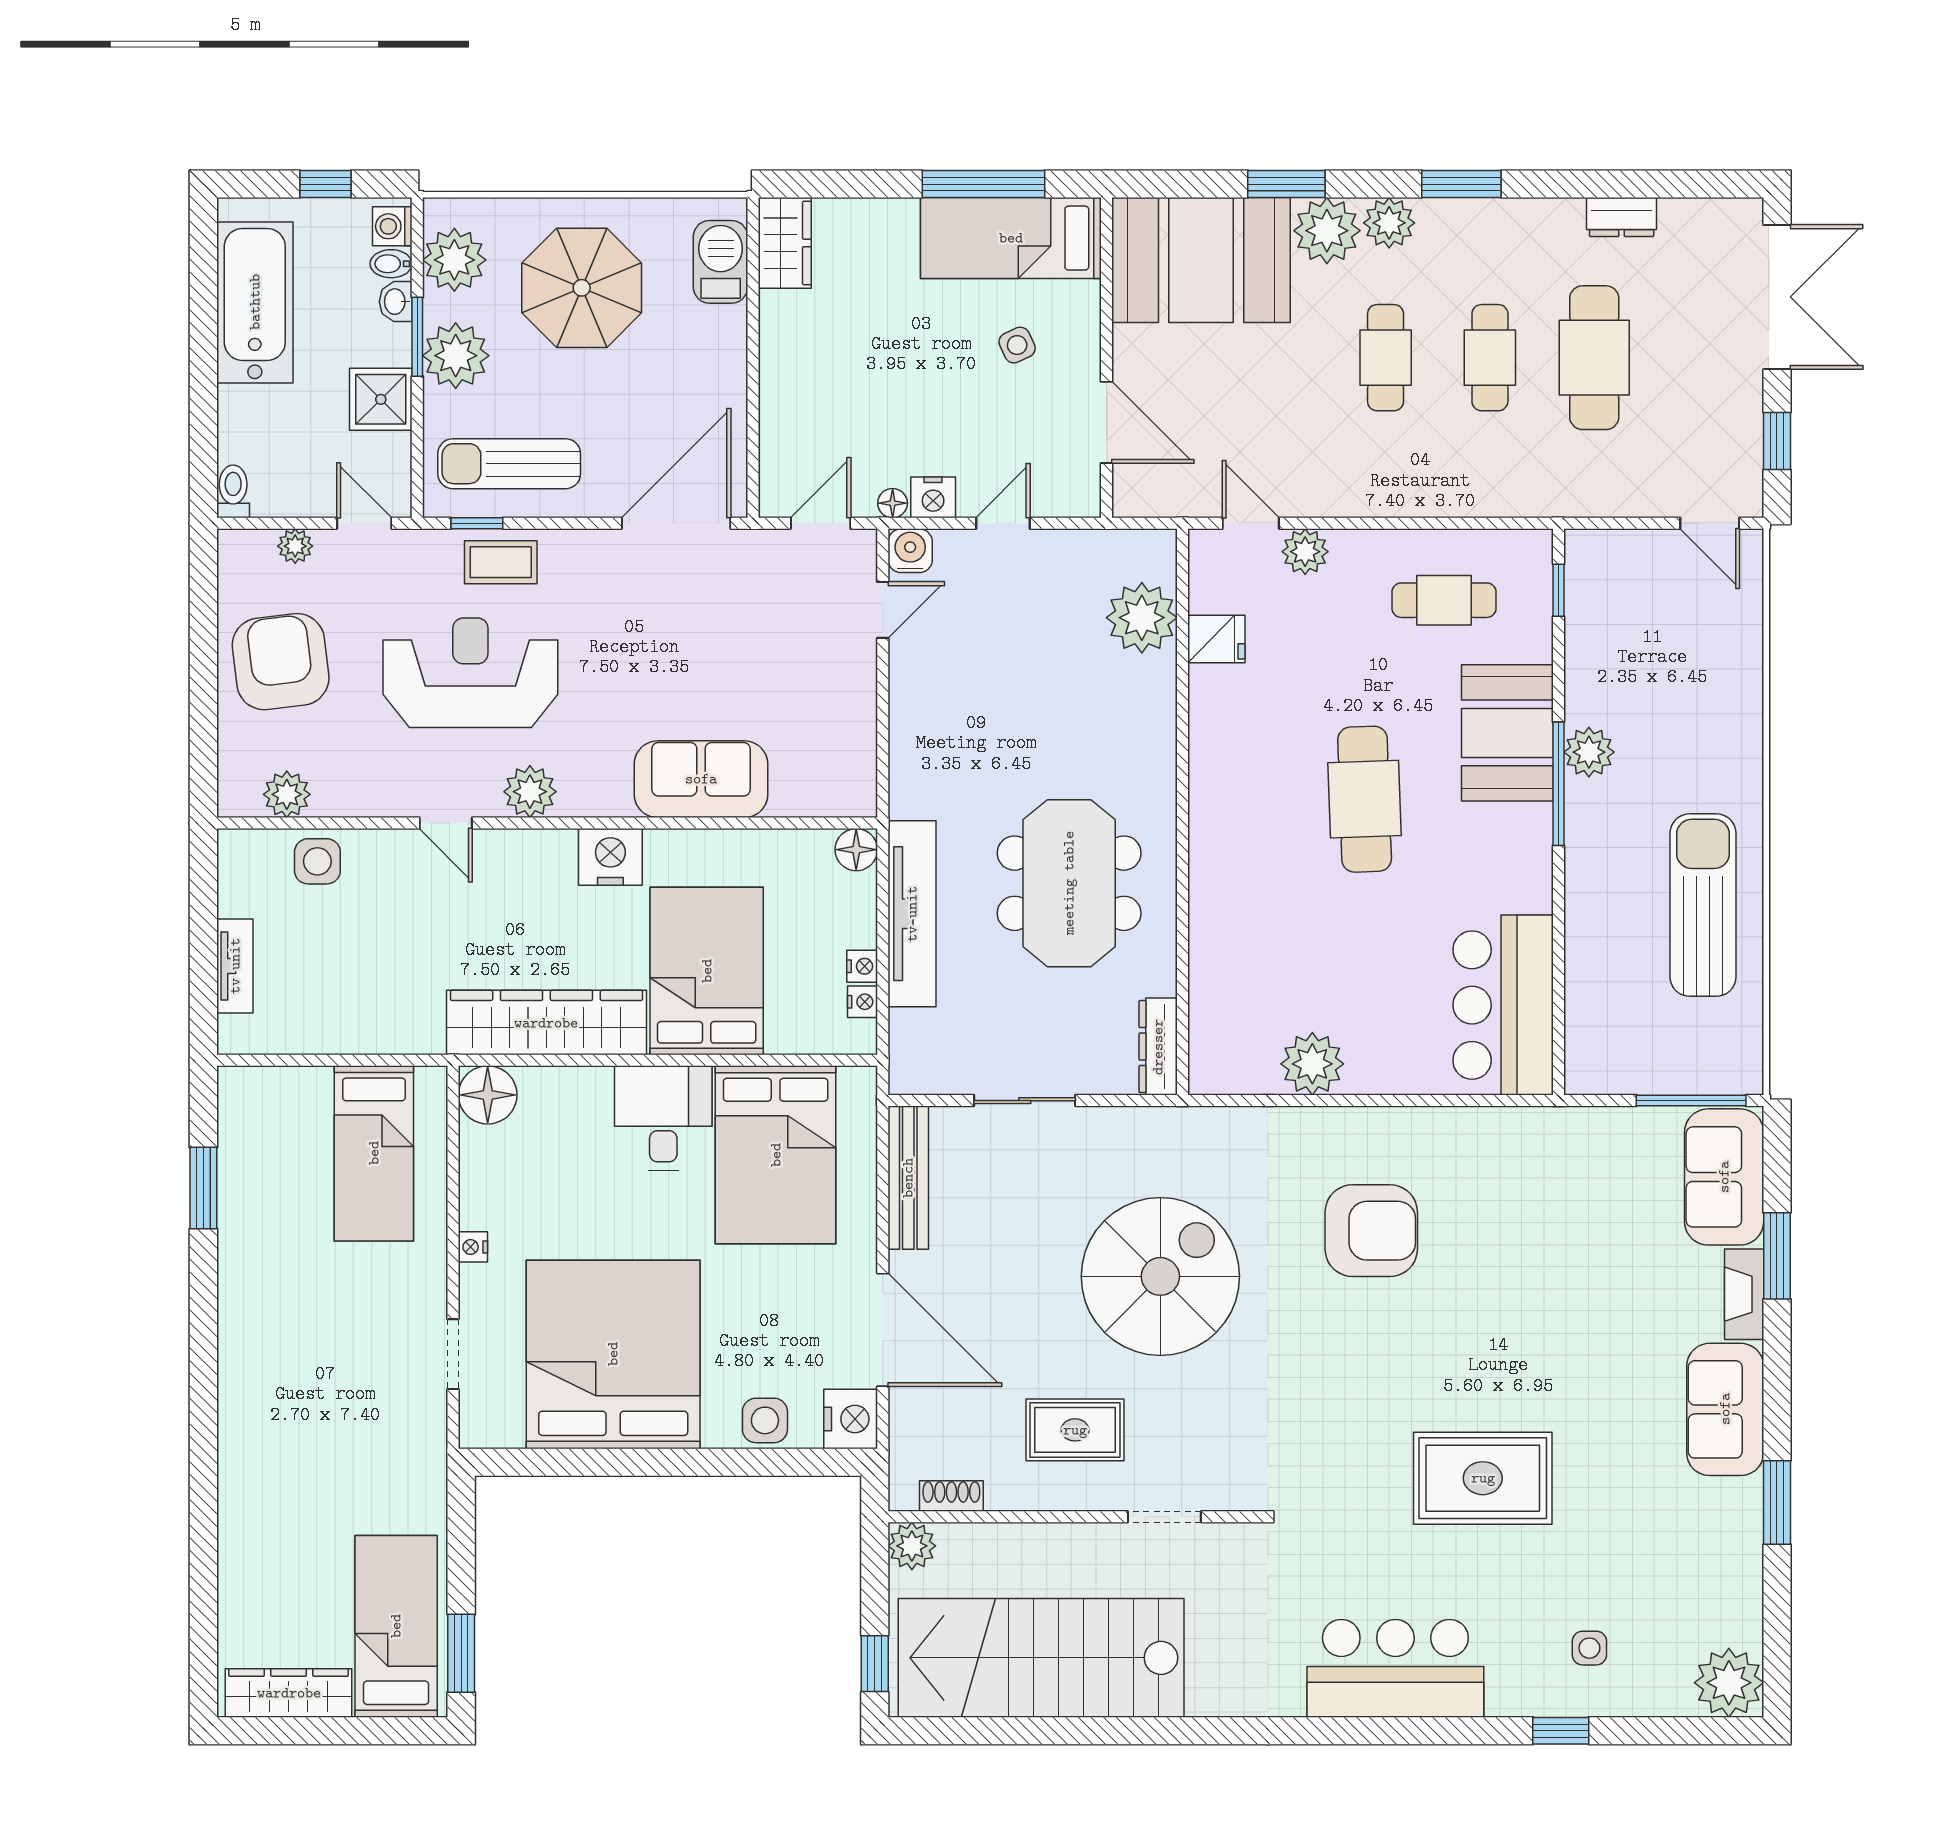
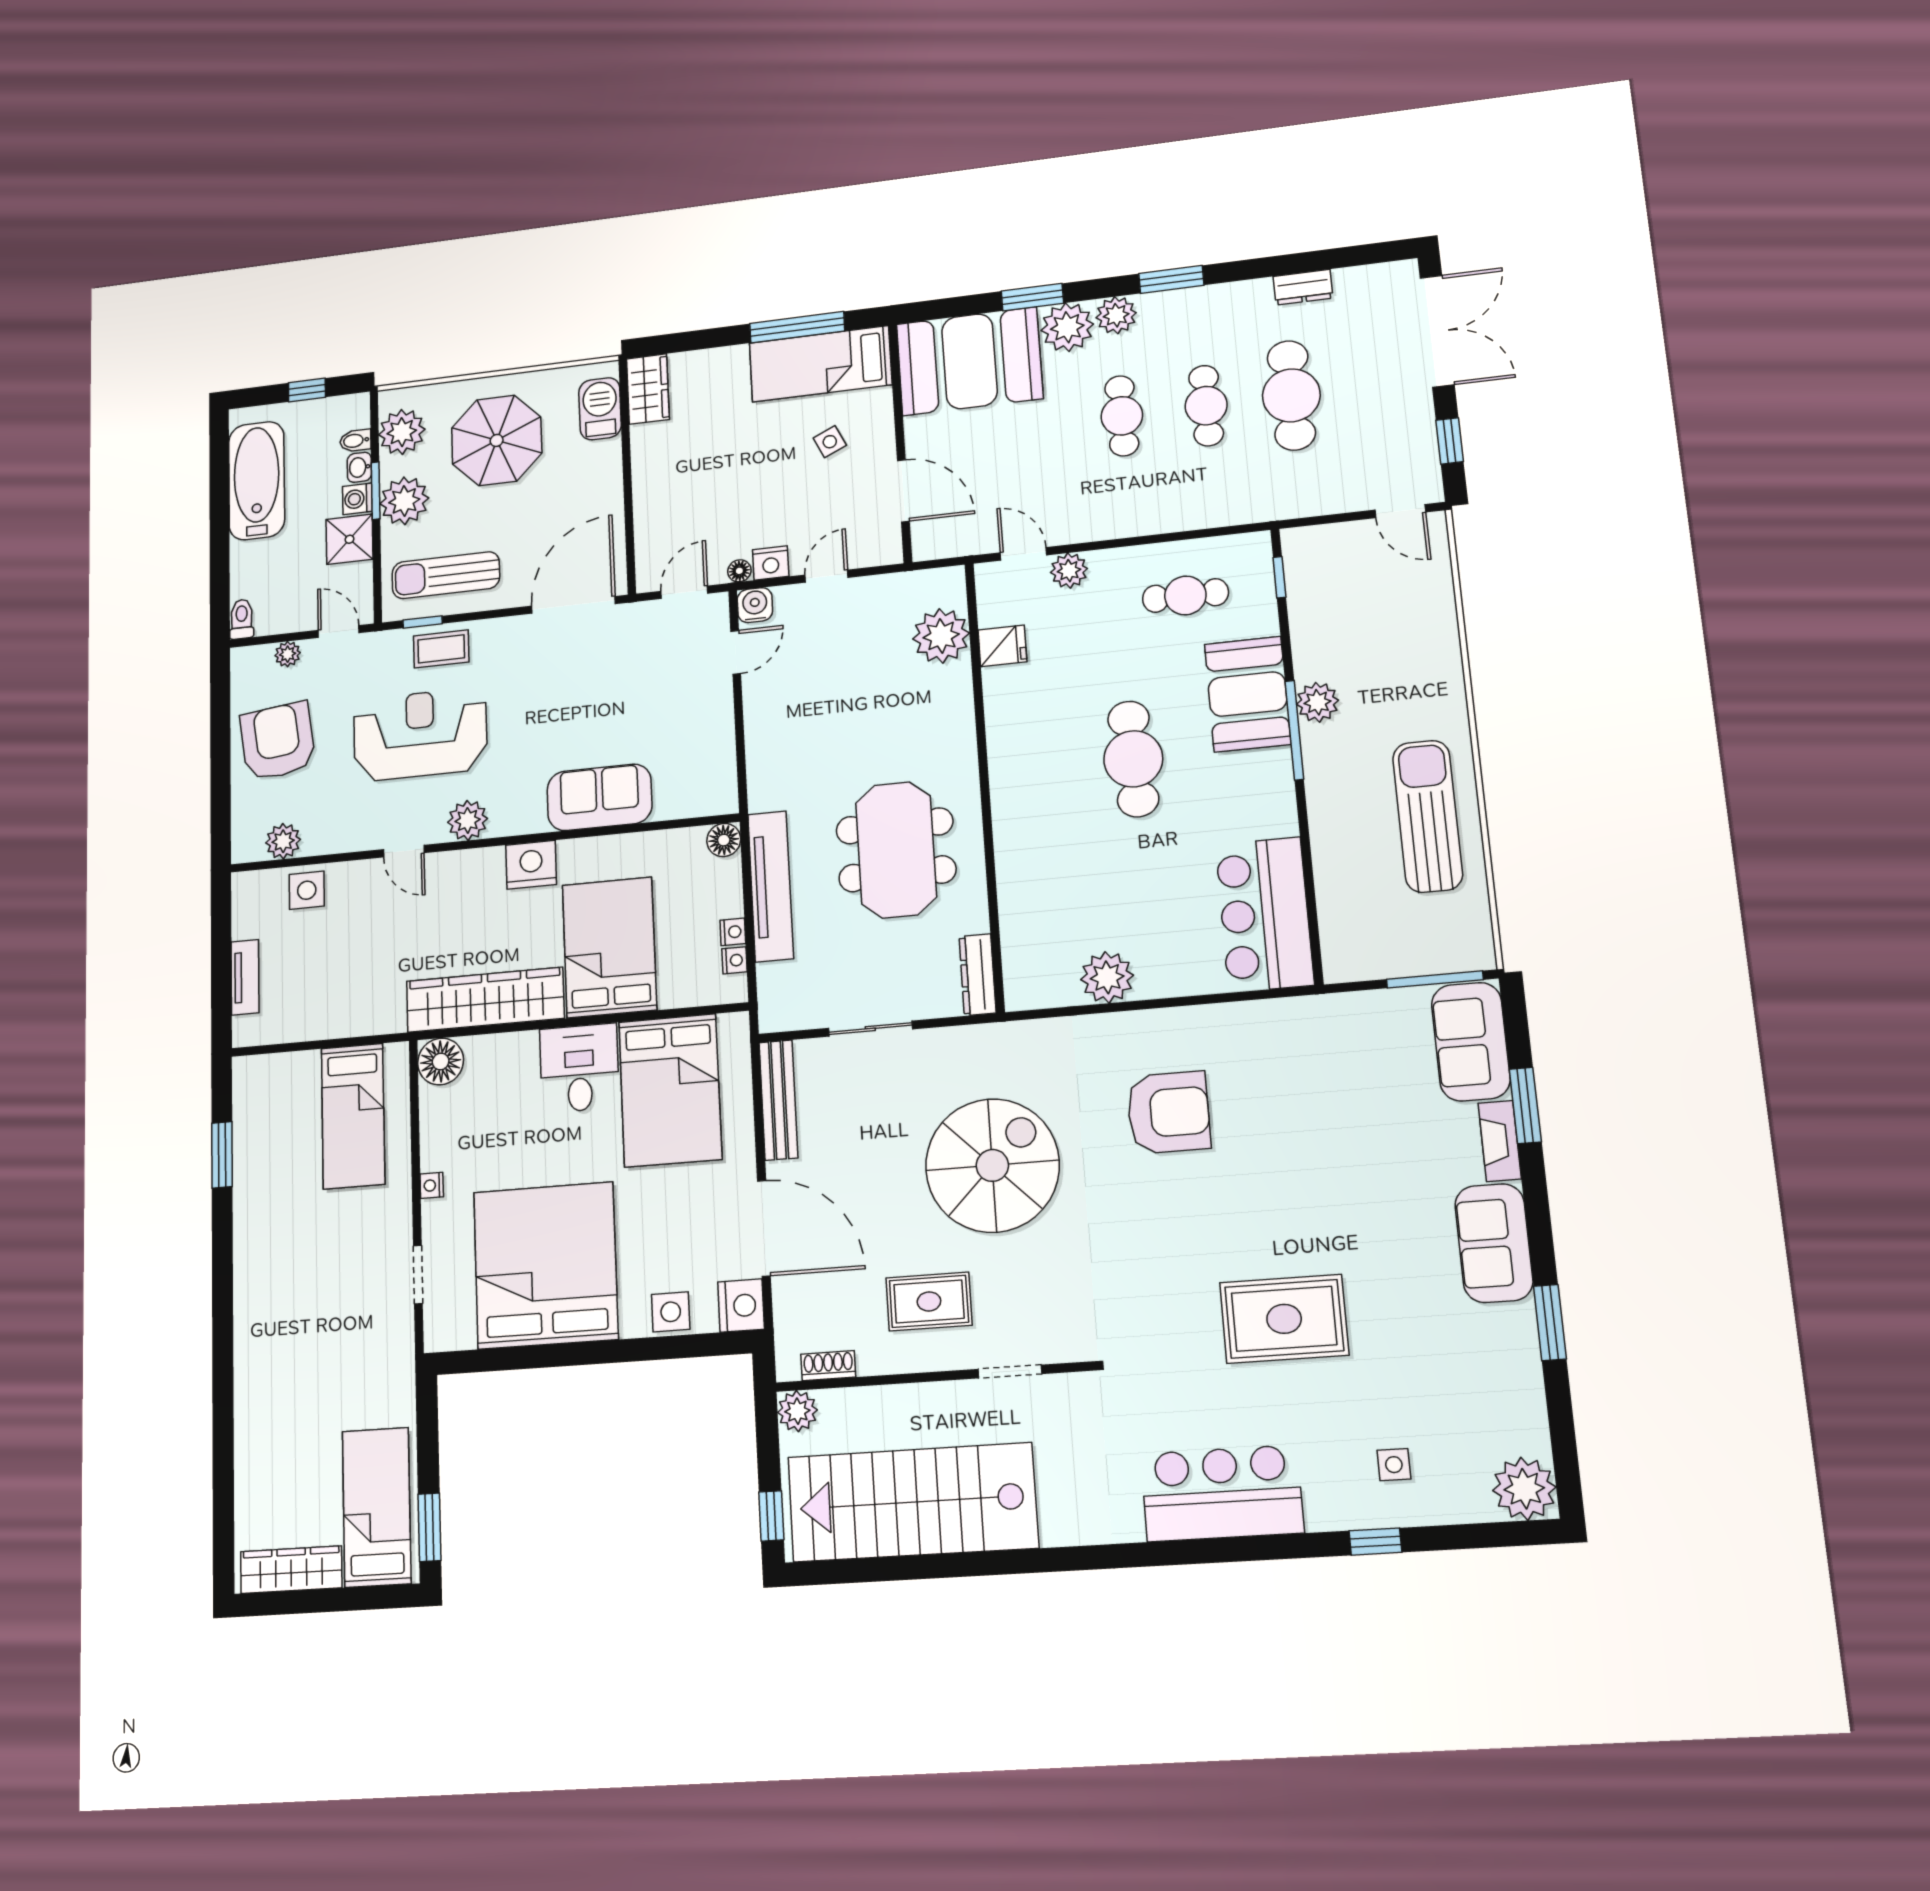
washing machine: (392, 226) -> (357, 499), moved

